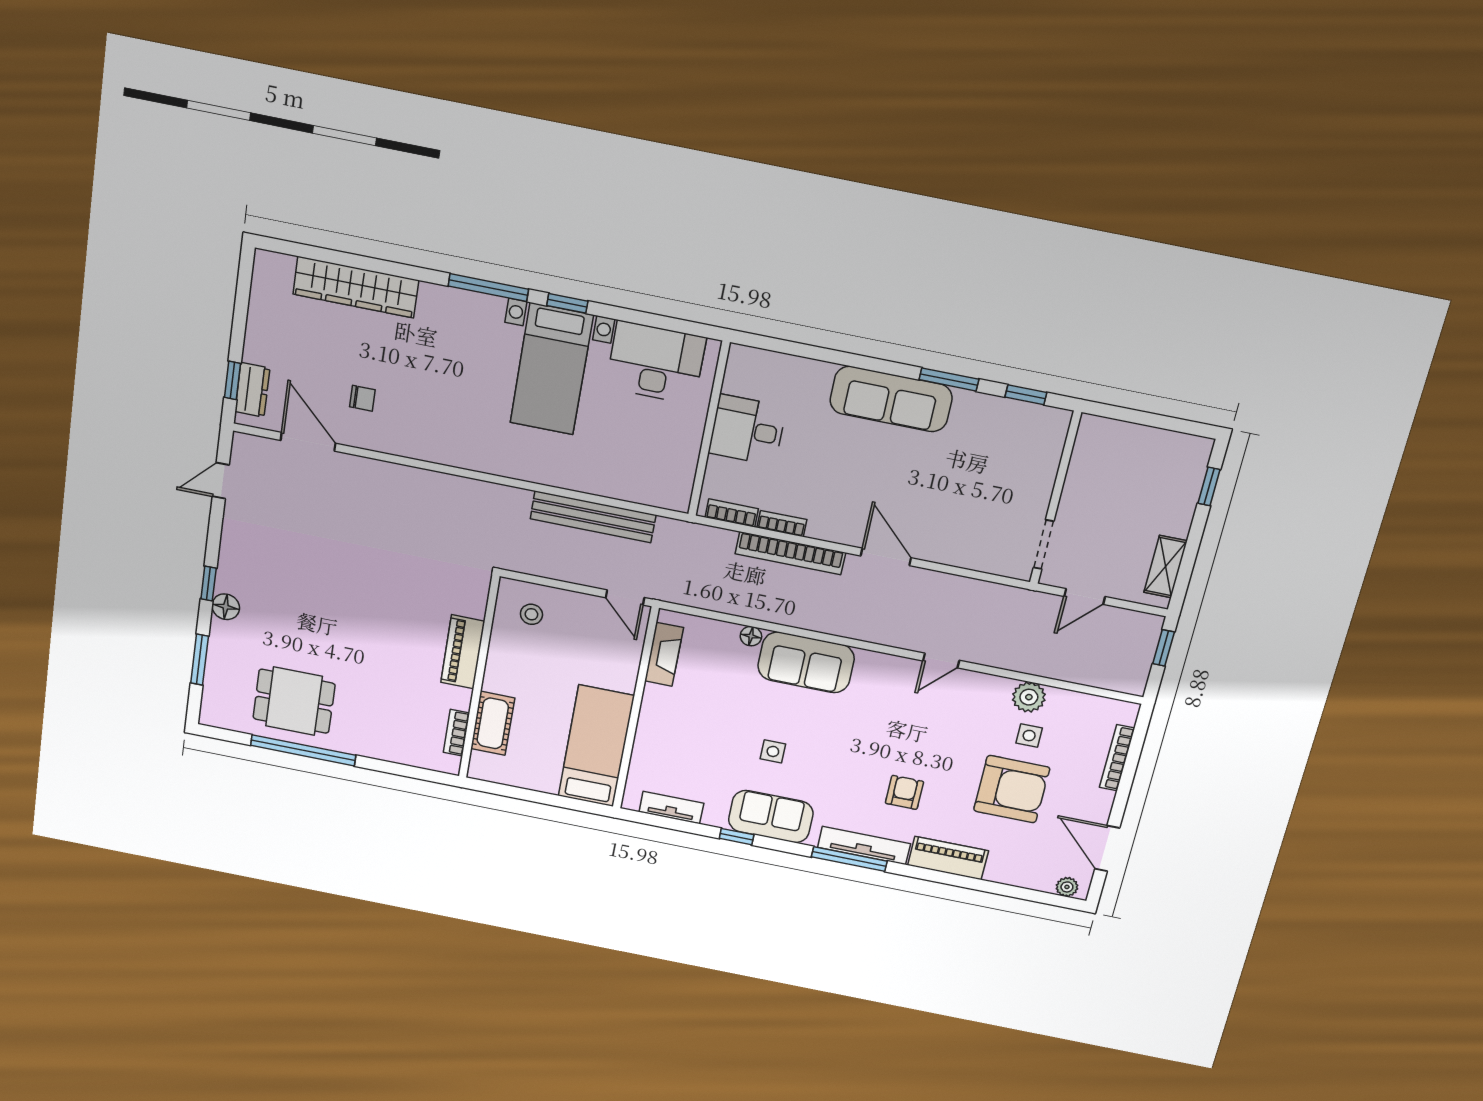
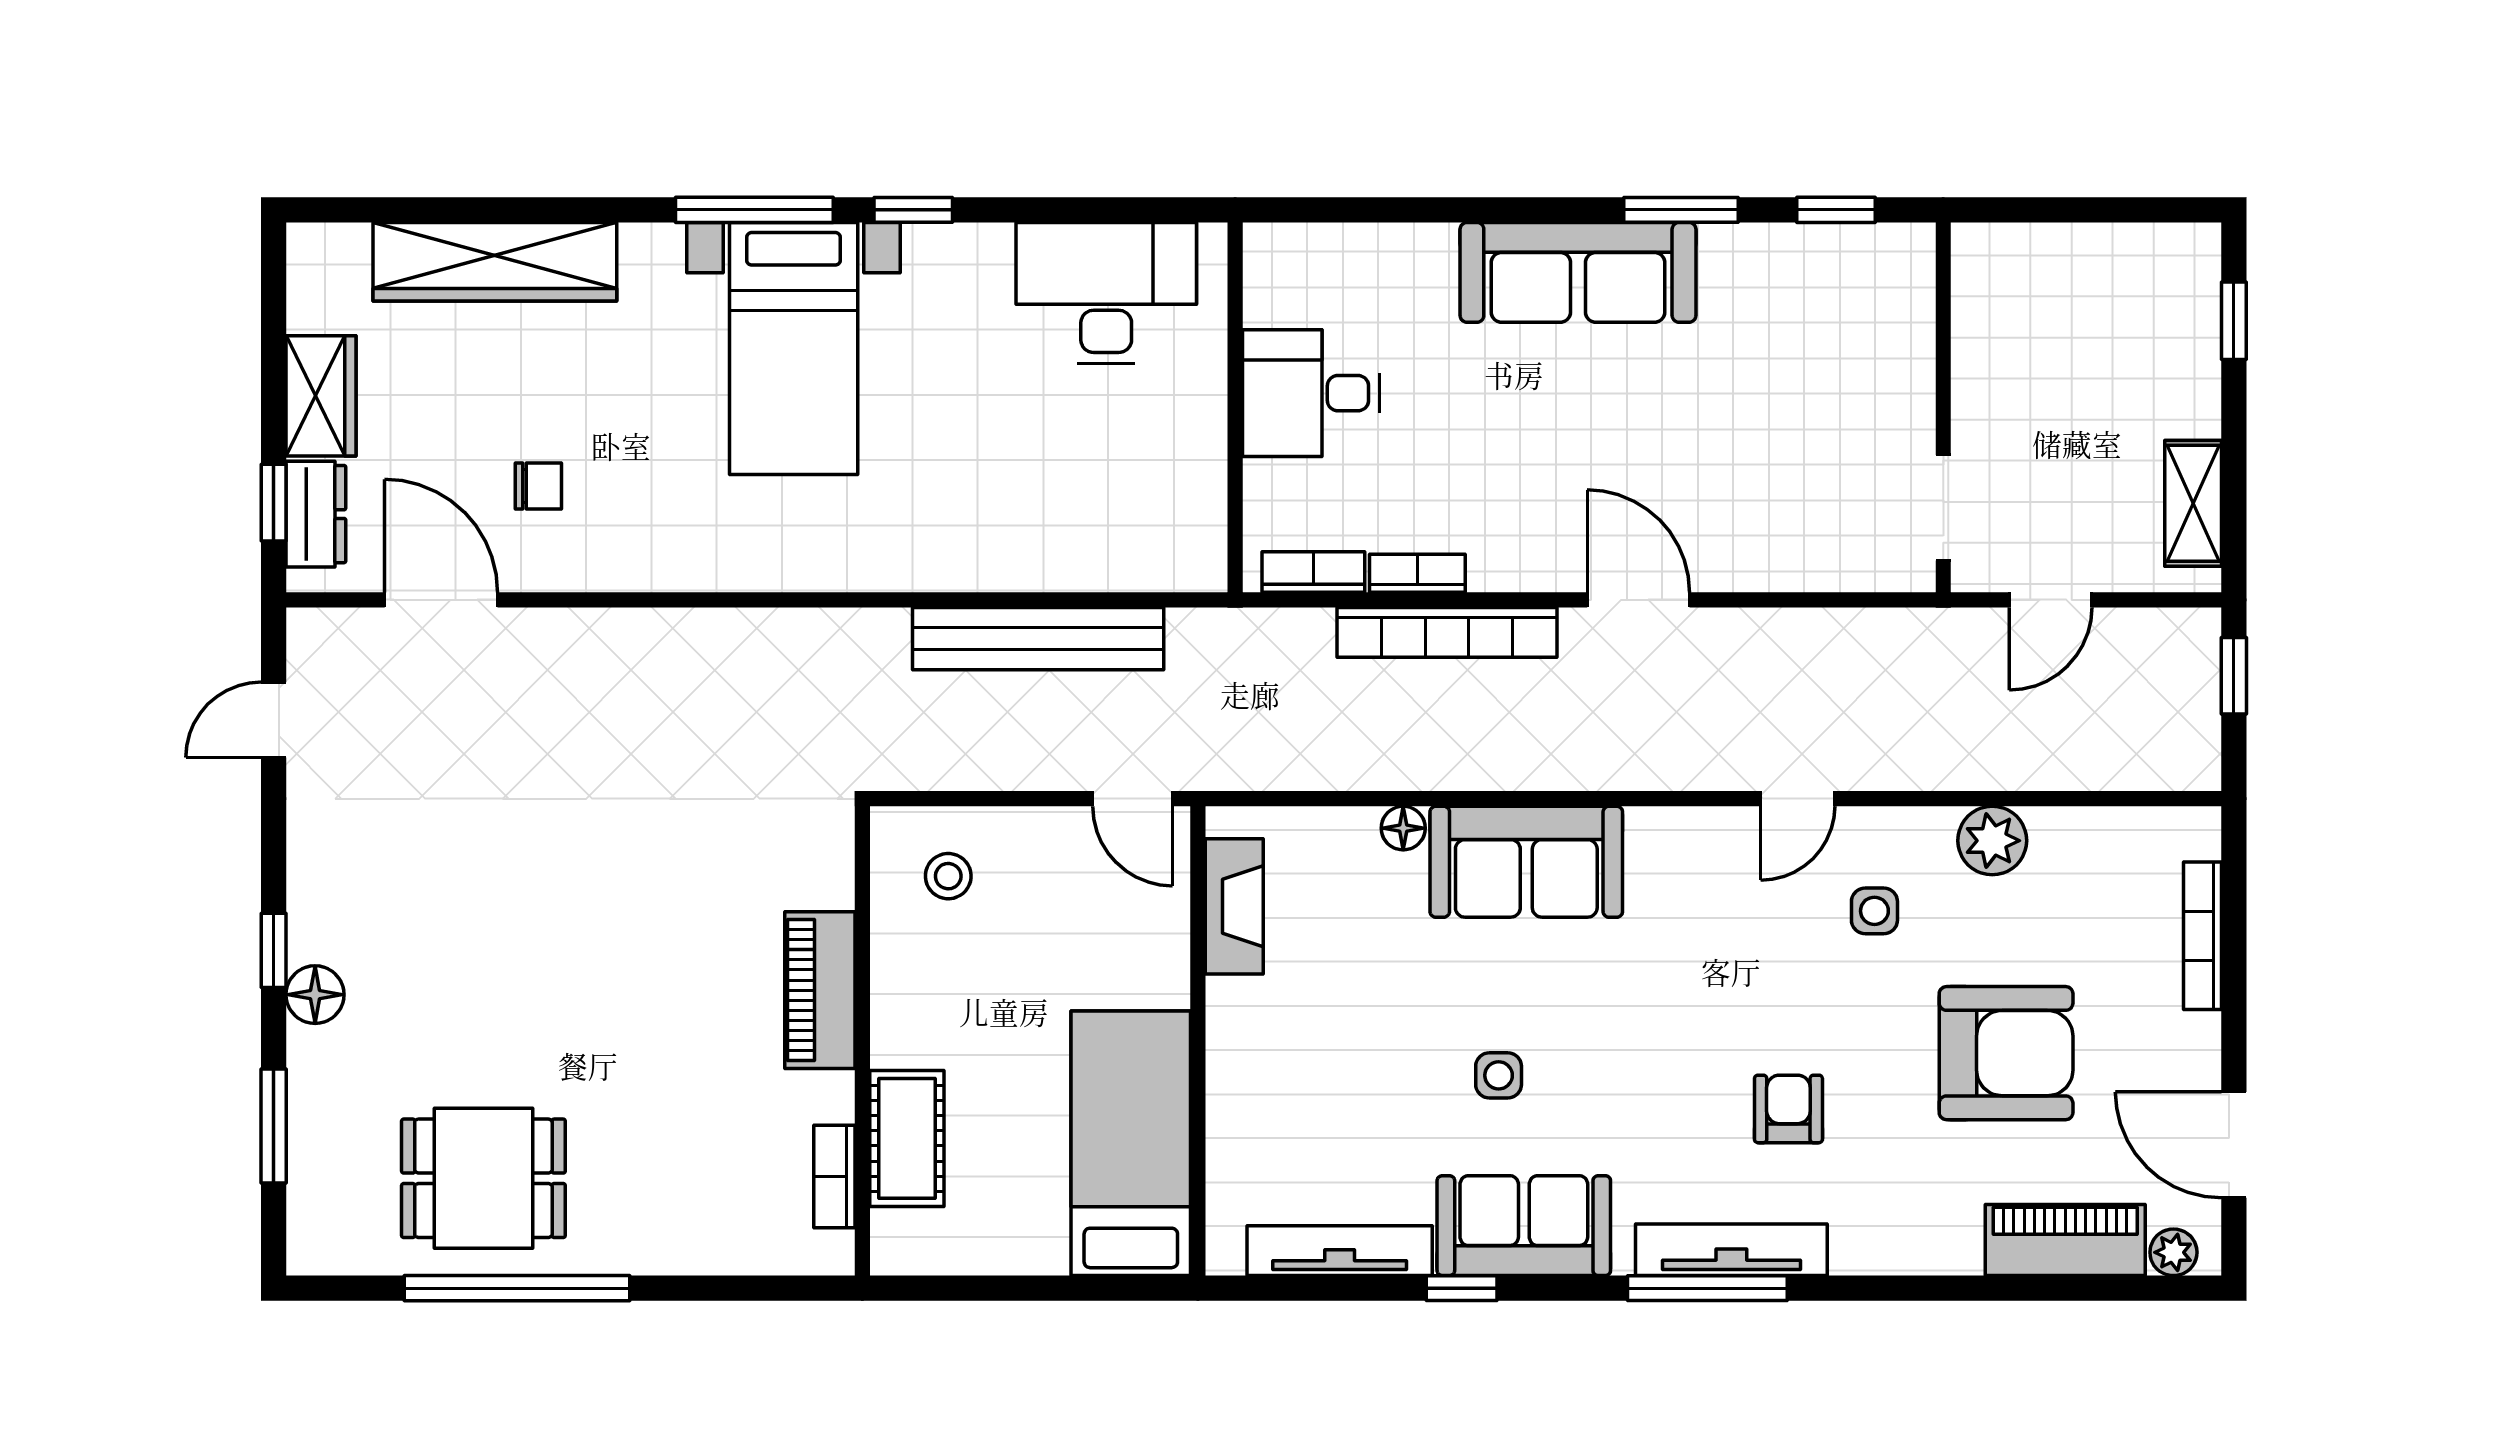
wardrobe: (262, 335) -> (321, 396), added
bed with nightstands: (552, 369) -> (794, 349), moved
side table: (1029, 736) -> (1874, 911), moved
tv unit: (671, 808) -> (1340, 1251), width x1.41
piano: (948, 858) -> (2065, 1240), moved

